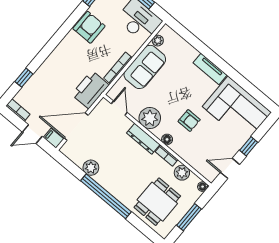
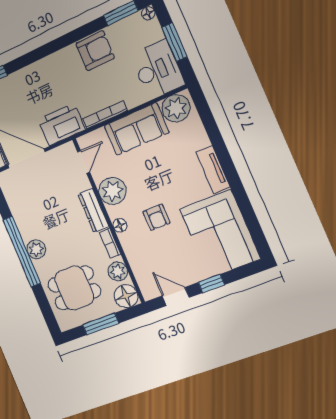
plant: (158, 41) -> (176, 108), width x1.88, depth x1.88
plant: (91, 168) -> (36, 249), moved
floor lamp: (203, 187) -> (126, 296), width x1.89, depth x1.89

